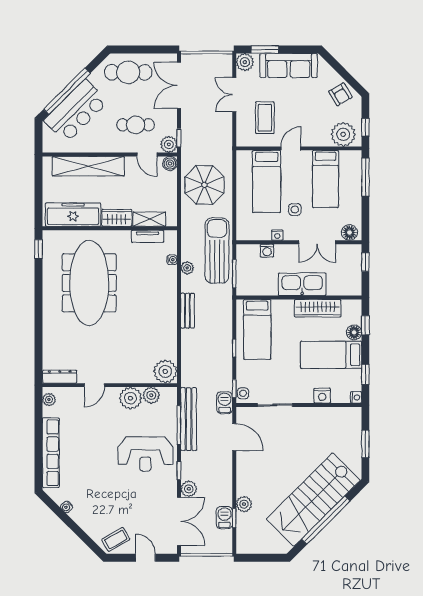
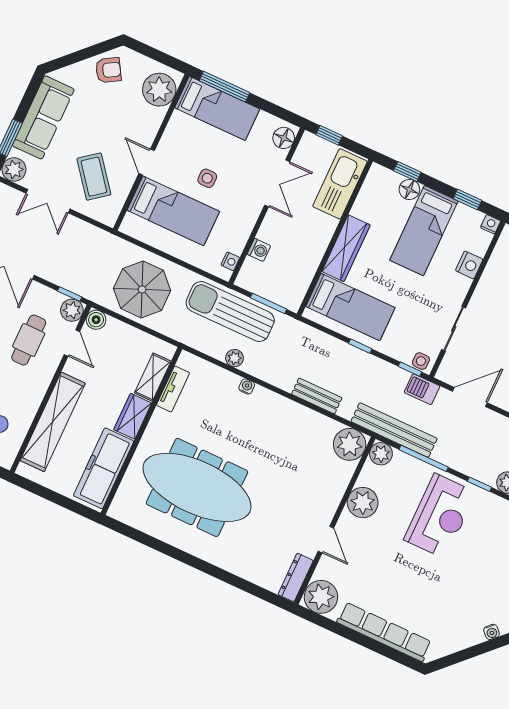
coffee table: (265, 118) -> (94, 177), turned 52
window: (365, 127) -> (163, 58), removed
door: (147, 155) -> (72, 343), hinge flipped
bed: (325, 179) -> (217, 108), moved
side table: (295, 209) -> (207, 178), moved
nightstand: (277, 235) -> (230, 261), moved
window: (39, 249) -> (126, 531), removed
water cooler: (172, 260) -> (247, 386), moved
kitchen sink: (302, 284) -> (340, 184), moved
wardrobe: (318, 308) -> (346, 248), moved
bench: (187, 311) -> (317, 396), moved
plant: (151, 395) -> (381, 454), moved
plant: (49, 400) -> (321, 597), width x1.88, depth x1.88
bench: (189, 419) -> (394, 430), moved
water cooler: (67, 507) -> (492, 632), moved

